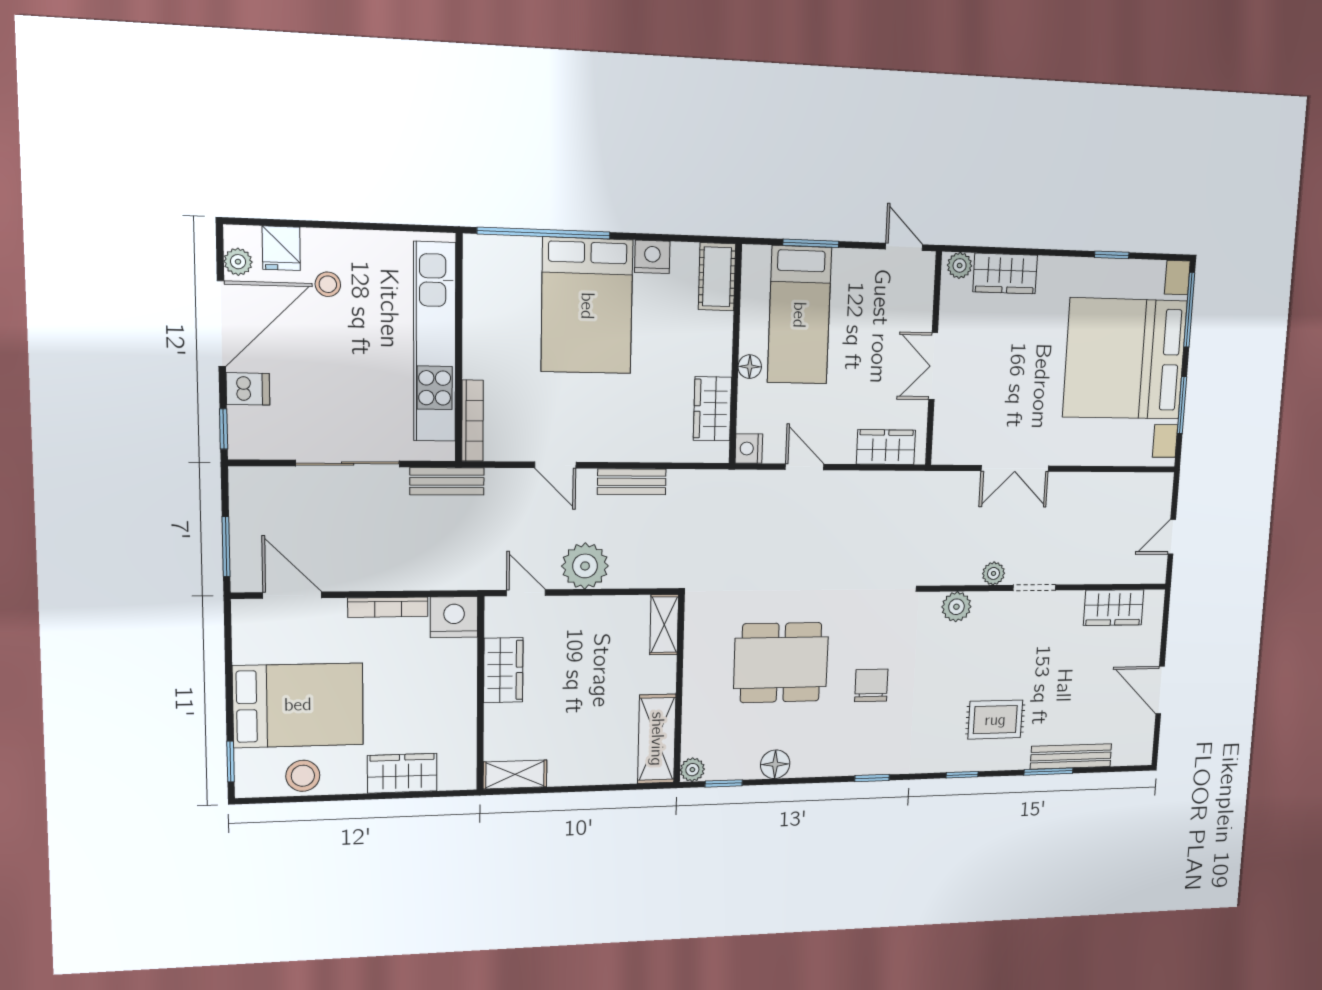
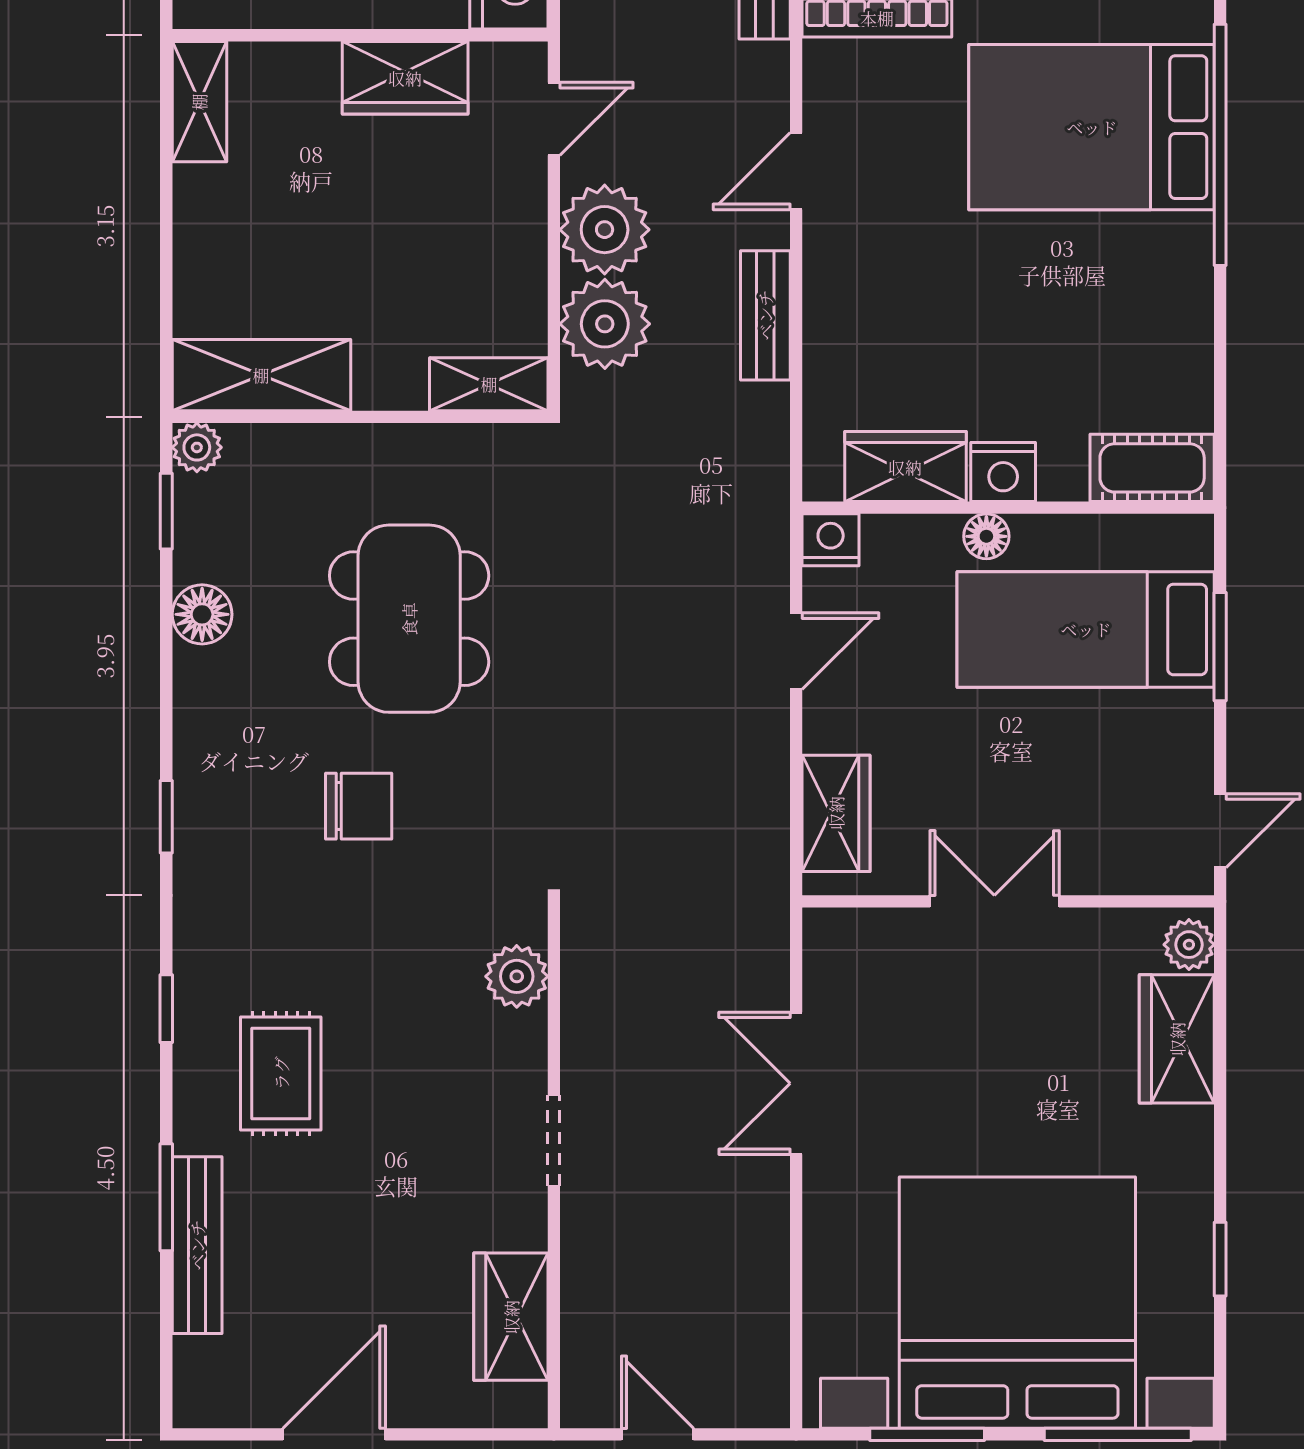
nightstand: (652, 257) -> (1003, 472), moved, turned 90
bed: (587, 306) -> (1092, 127), moved
plant: (994, 573) -> (605, 324), moved, width x1.88, depth x1.88

